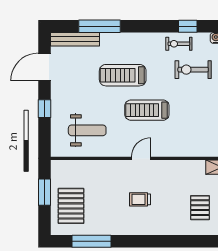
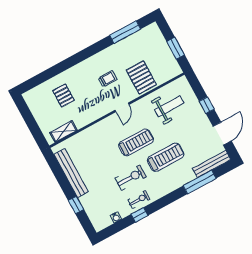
exercise bike: (193, 70) -> (131, 178), moved
weight bench: (87, 130) -> (169, 106), turned 180
pallet: (71, 206) -> (141, 77), moved

